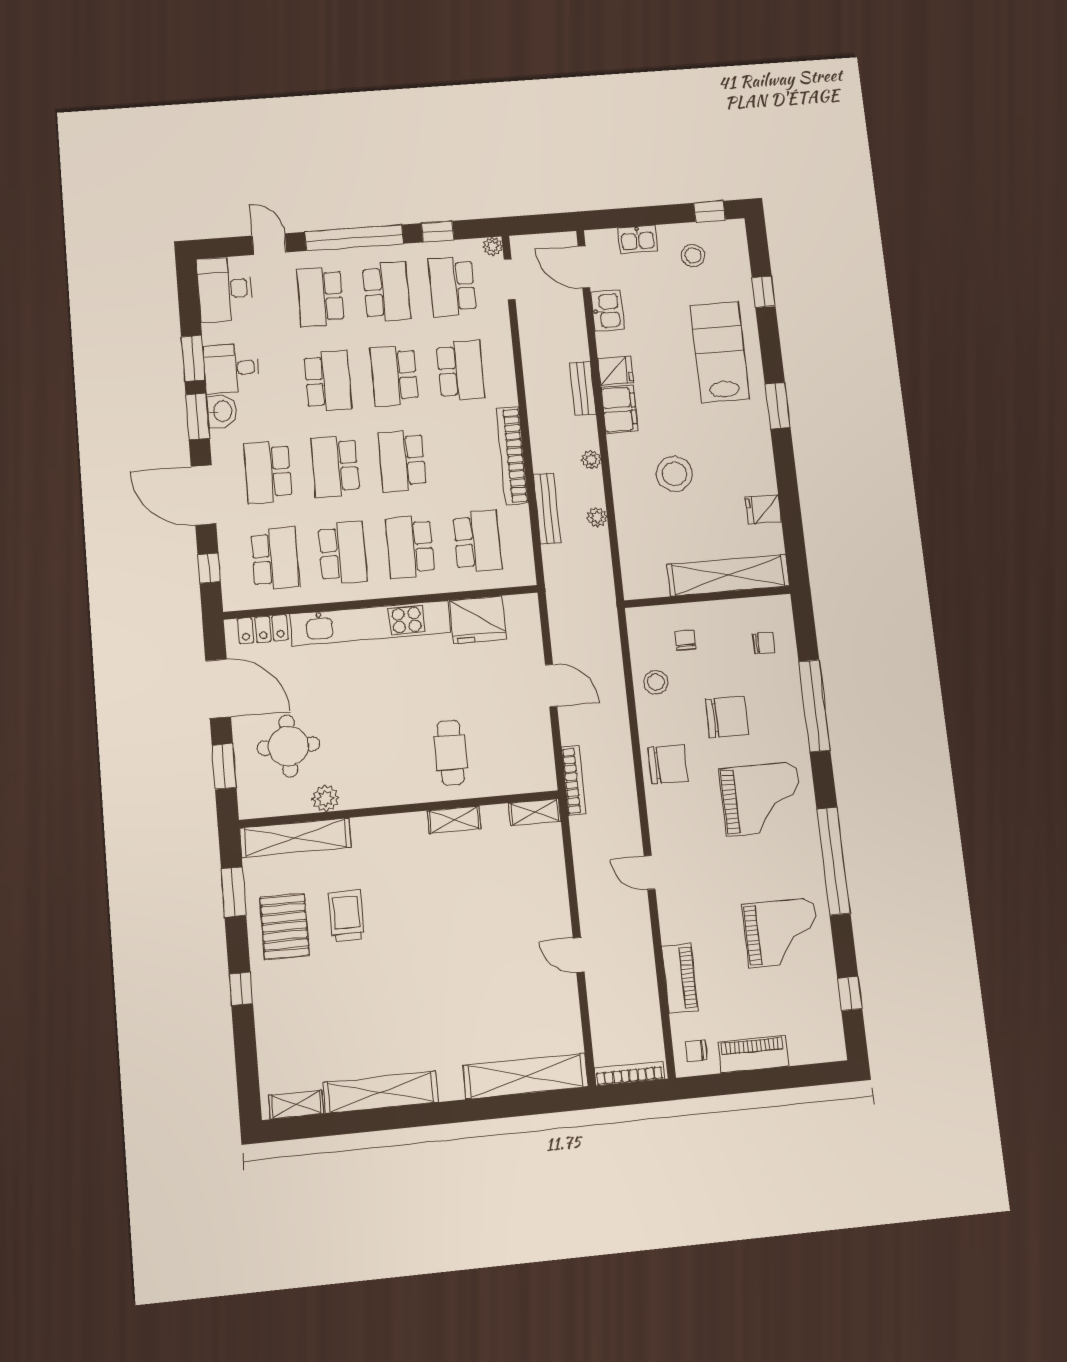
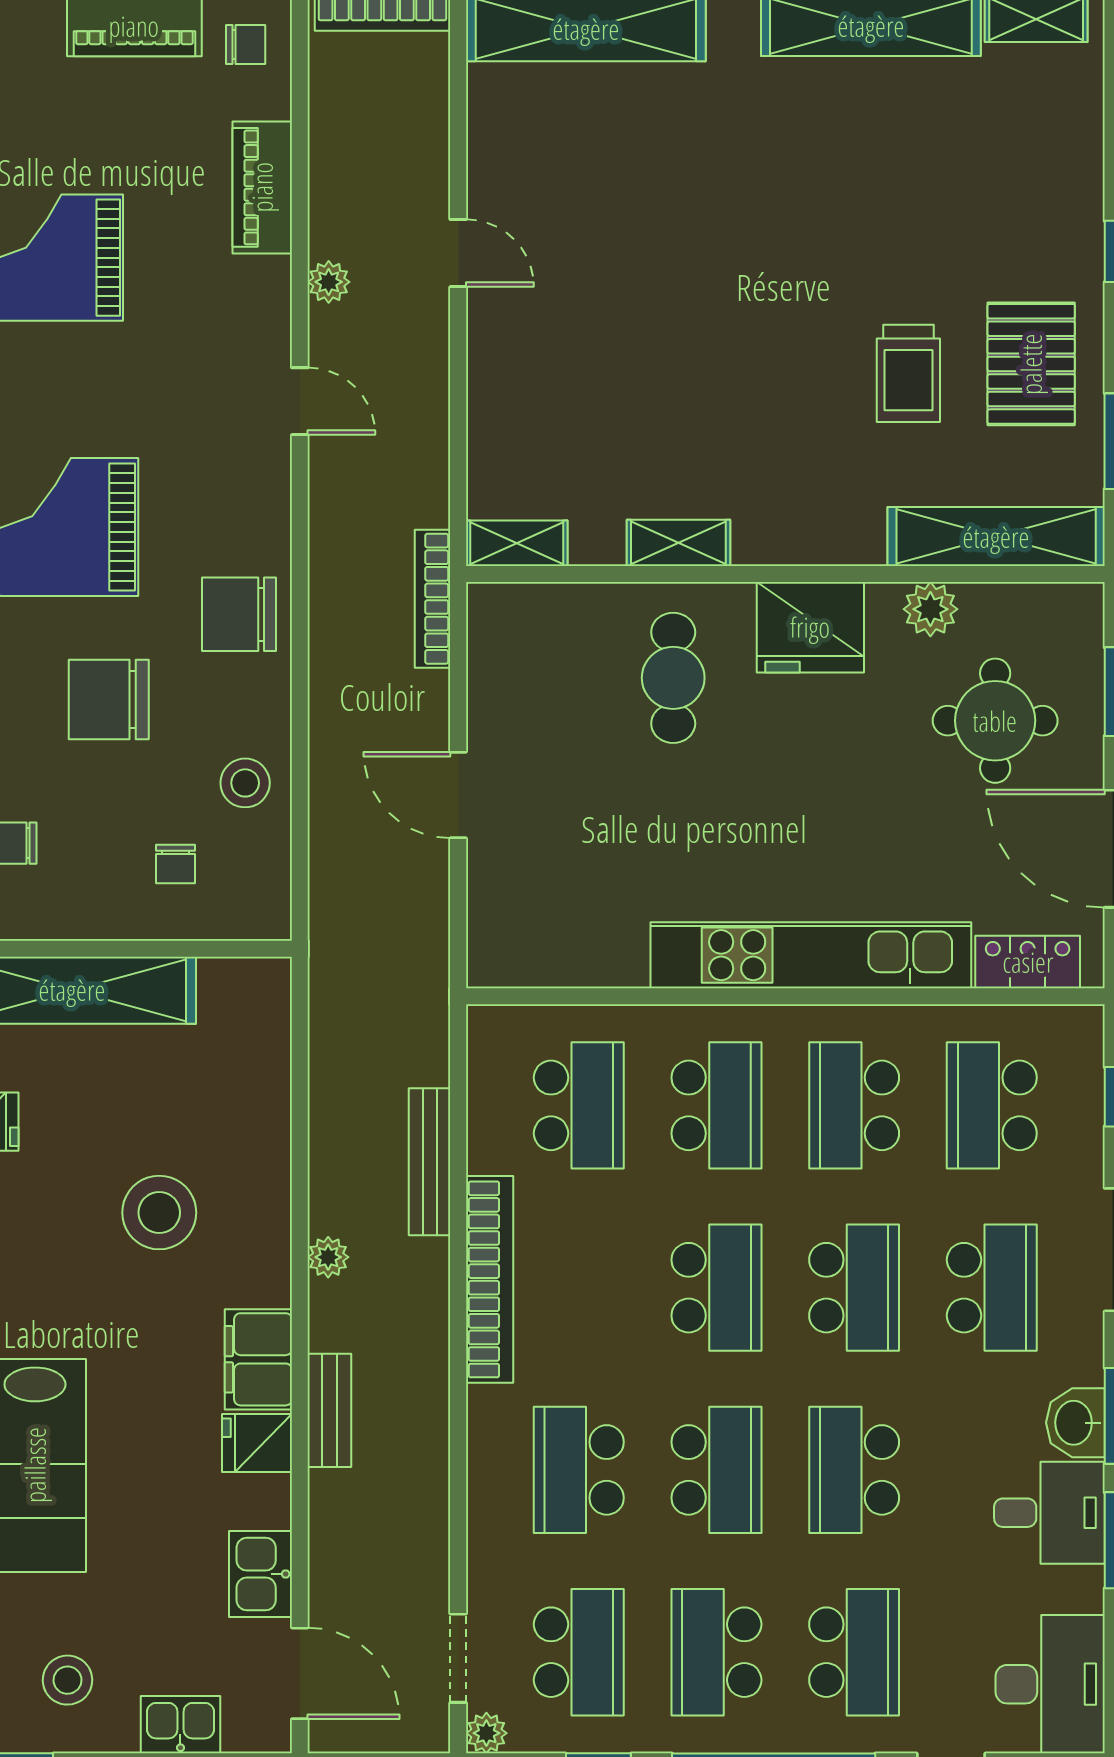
plant: (597, 517) -> (329, 282), moved
school desk: (477, 541) -> (579, 1105), turned 180
fridge: (478, 620) -> (810, 627), moved, turned 180

